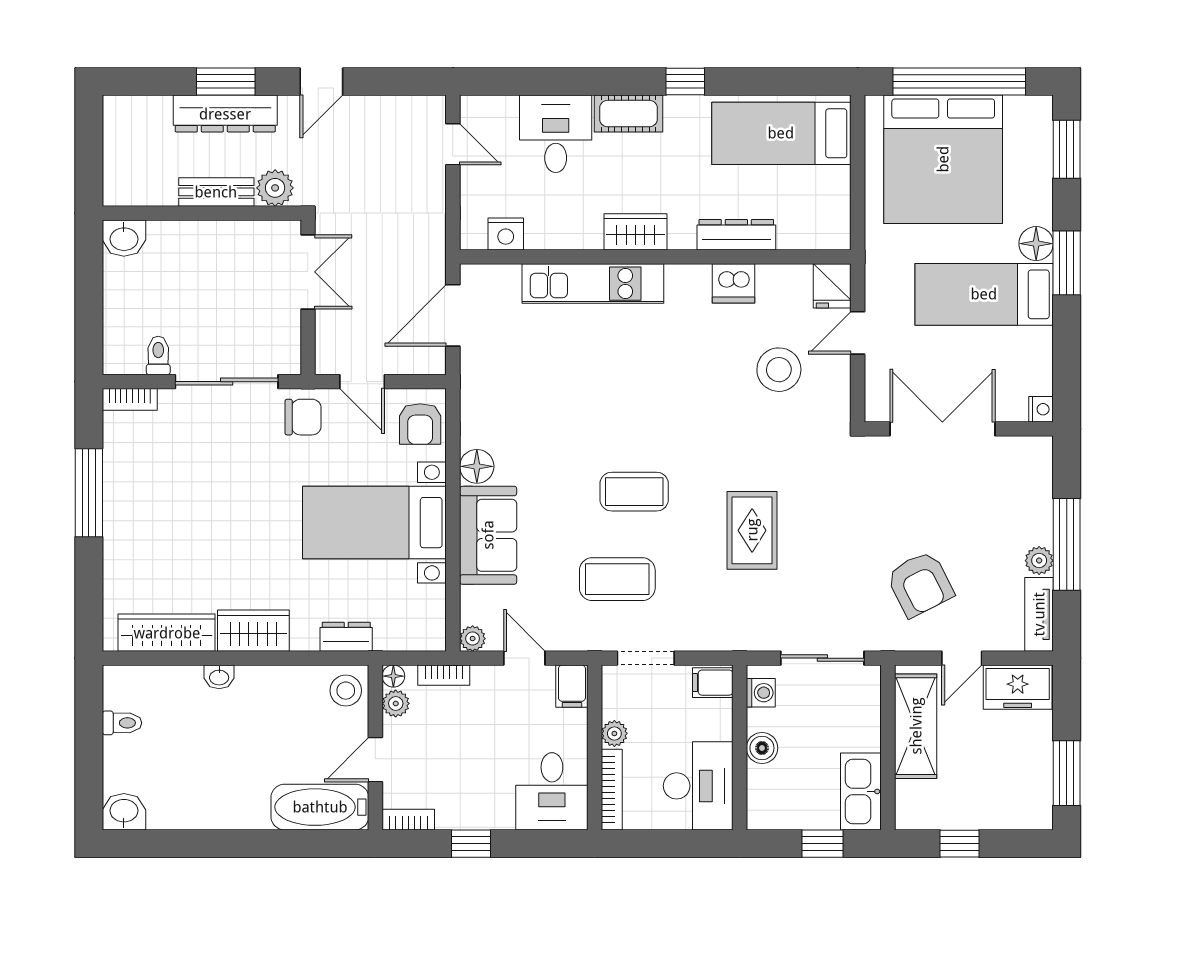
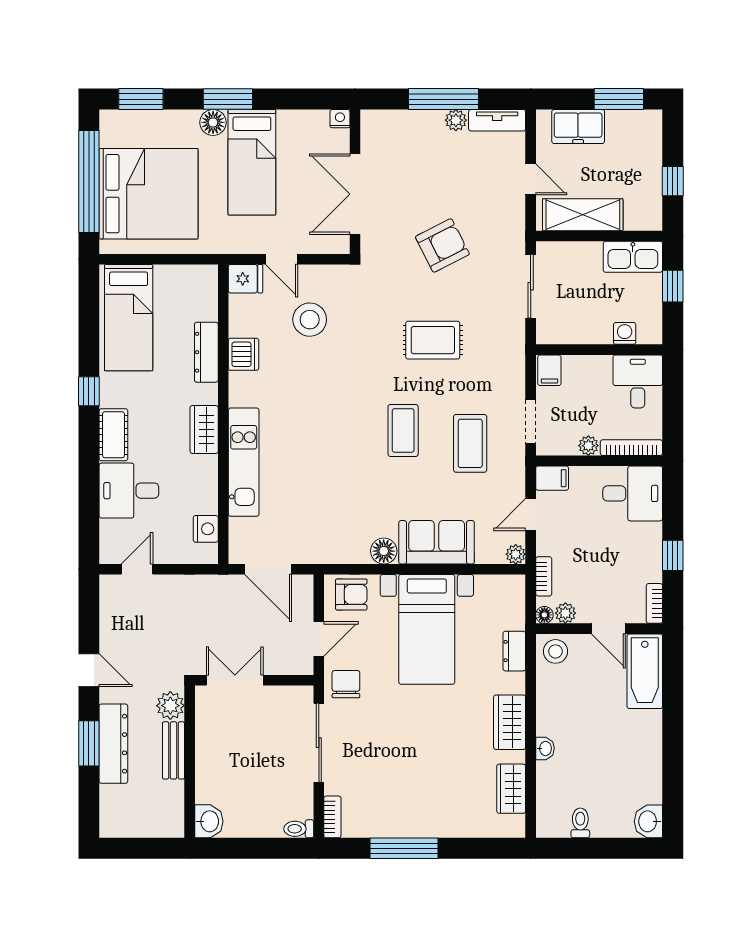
toilet: (158, 355) -> (299, 829), moved
armchair: (920, 584) -> (442, 245), moved
wardrobe: (167, 633) -> (511, 789), width x0.67
freezer: (1018, 687) -> (578, 126), moved, turned 90
washing machine: (761, 693) -> (625, 333), moved
boiler: (762, 748) -> (600, 333), removed
desk: (698, 786) -> (638, 381), width x0.73

